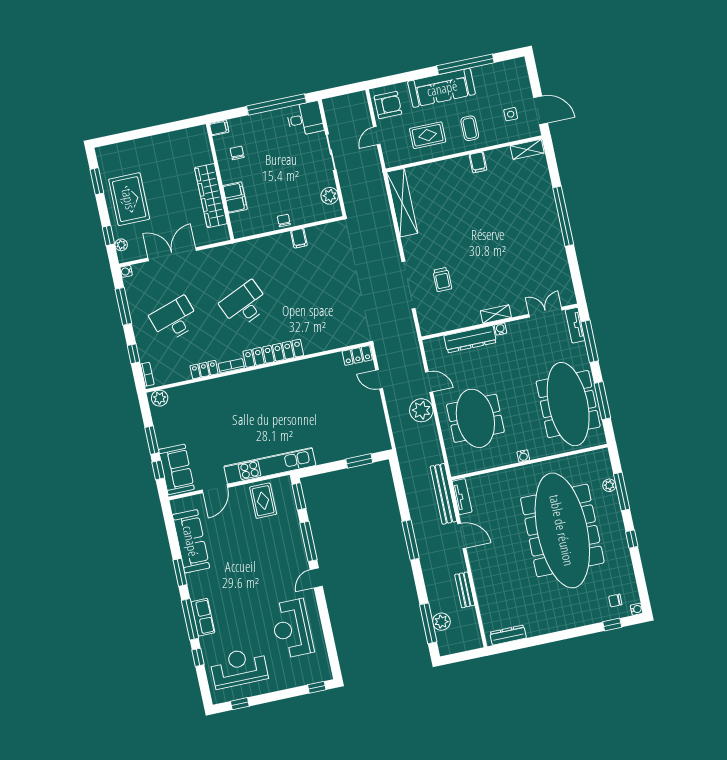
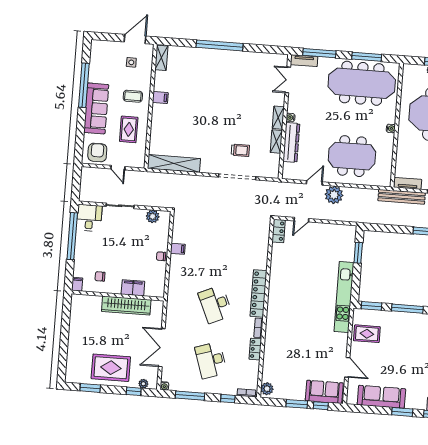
shelving: (466, 320) -> (276, 141), added
kitchen unit: (270, 466) -> (344, 297), moved

